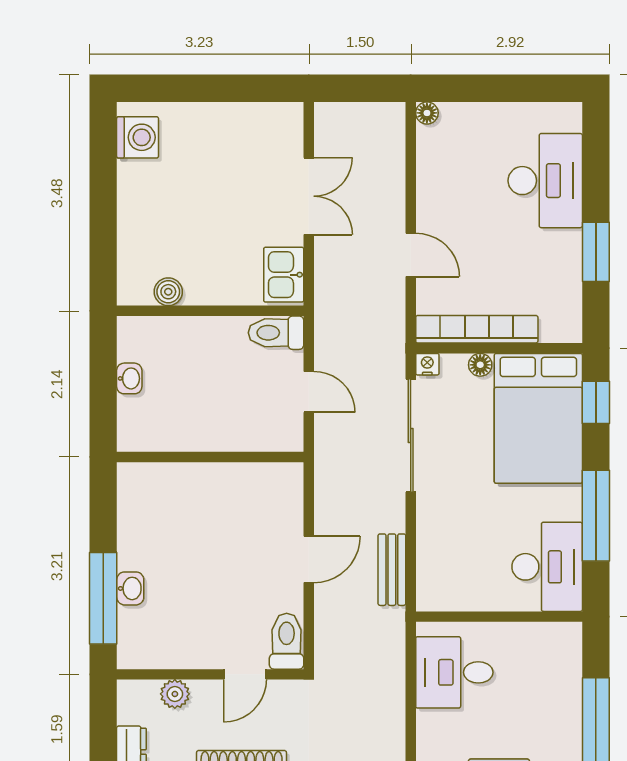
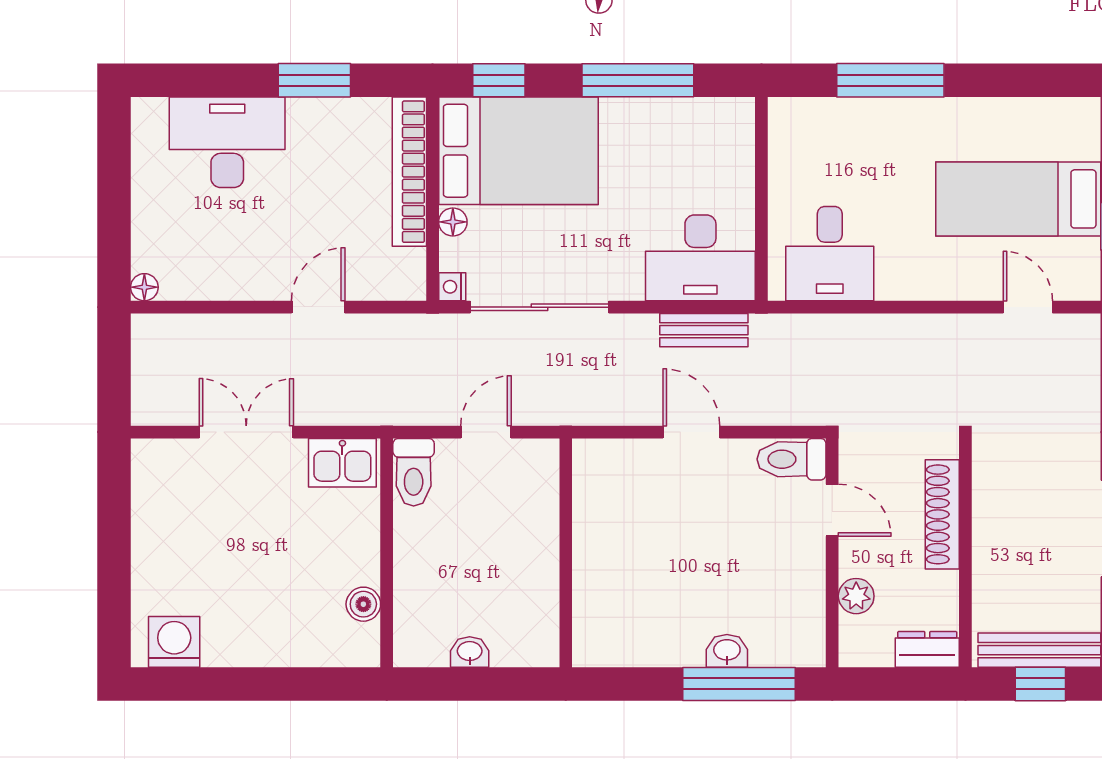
bookcase: (477, 329) -> (409, 172), moved
desk: (547, 567) -> (700, 258), moved, turned 180

